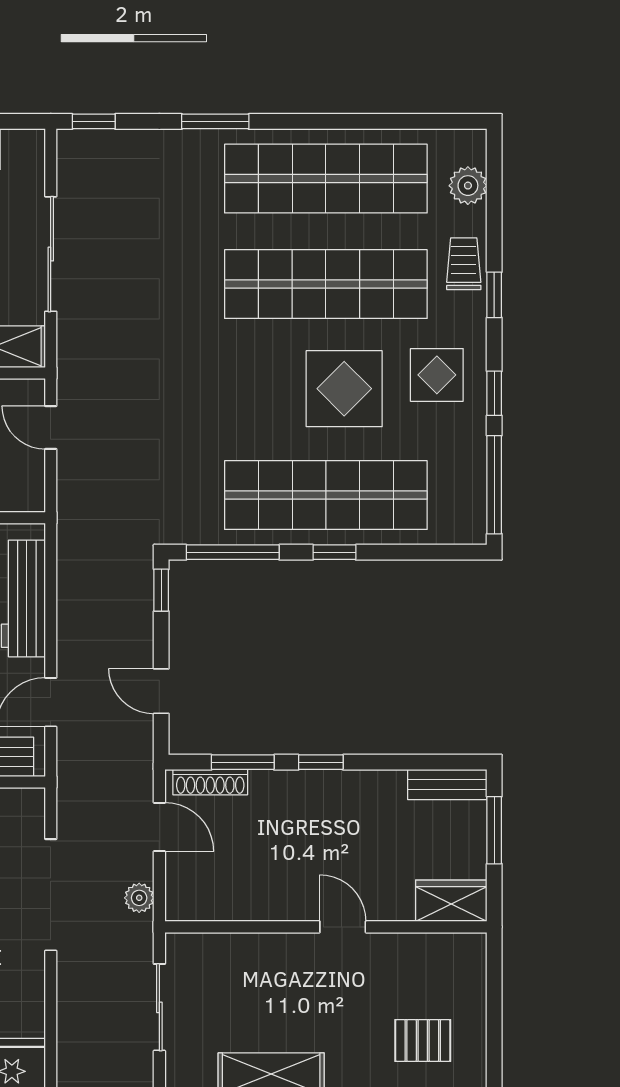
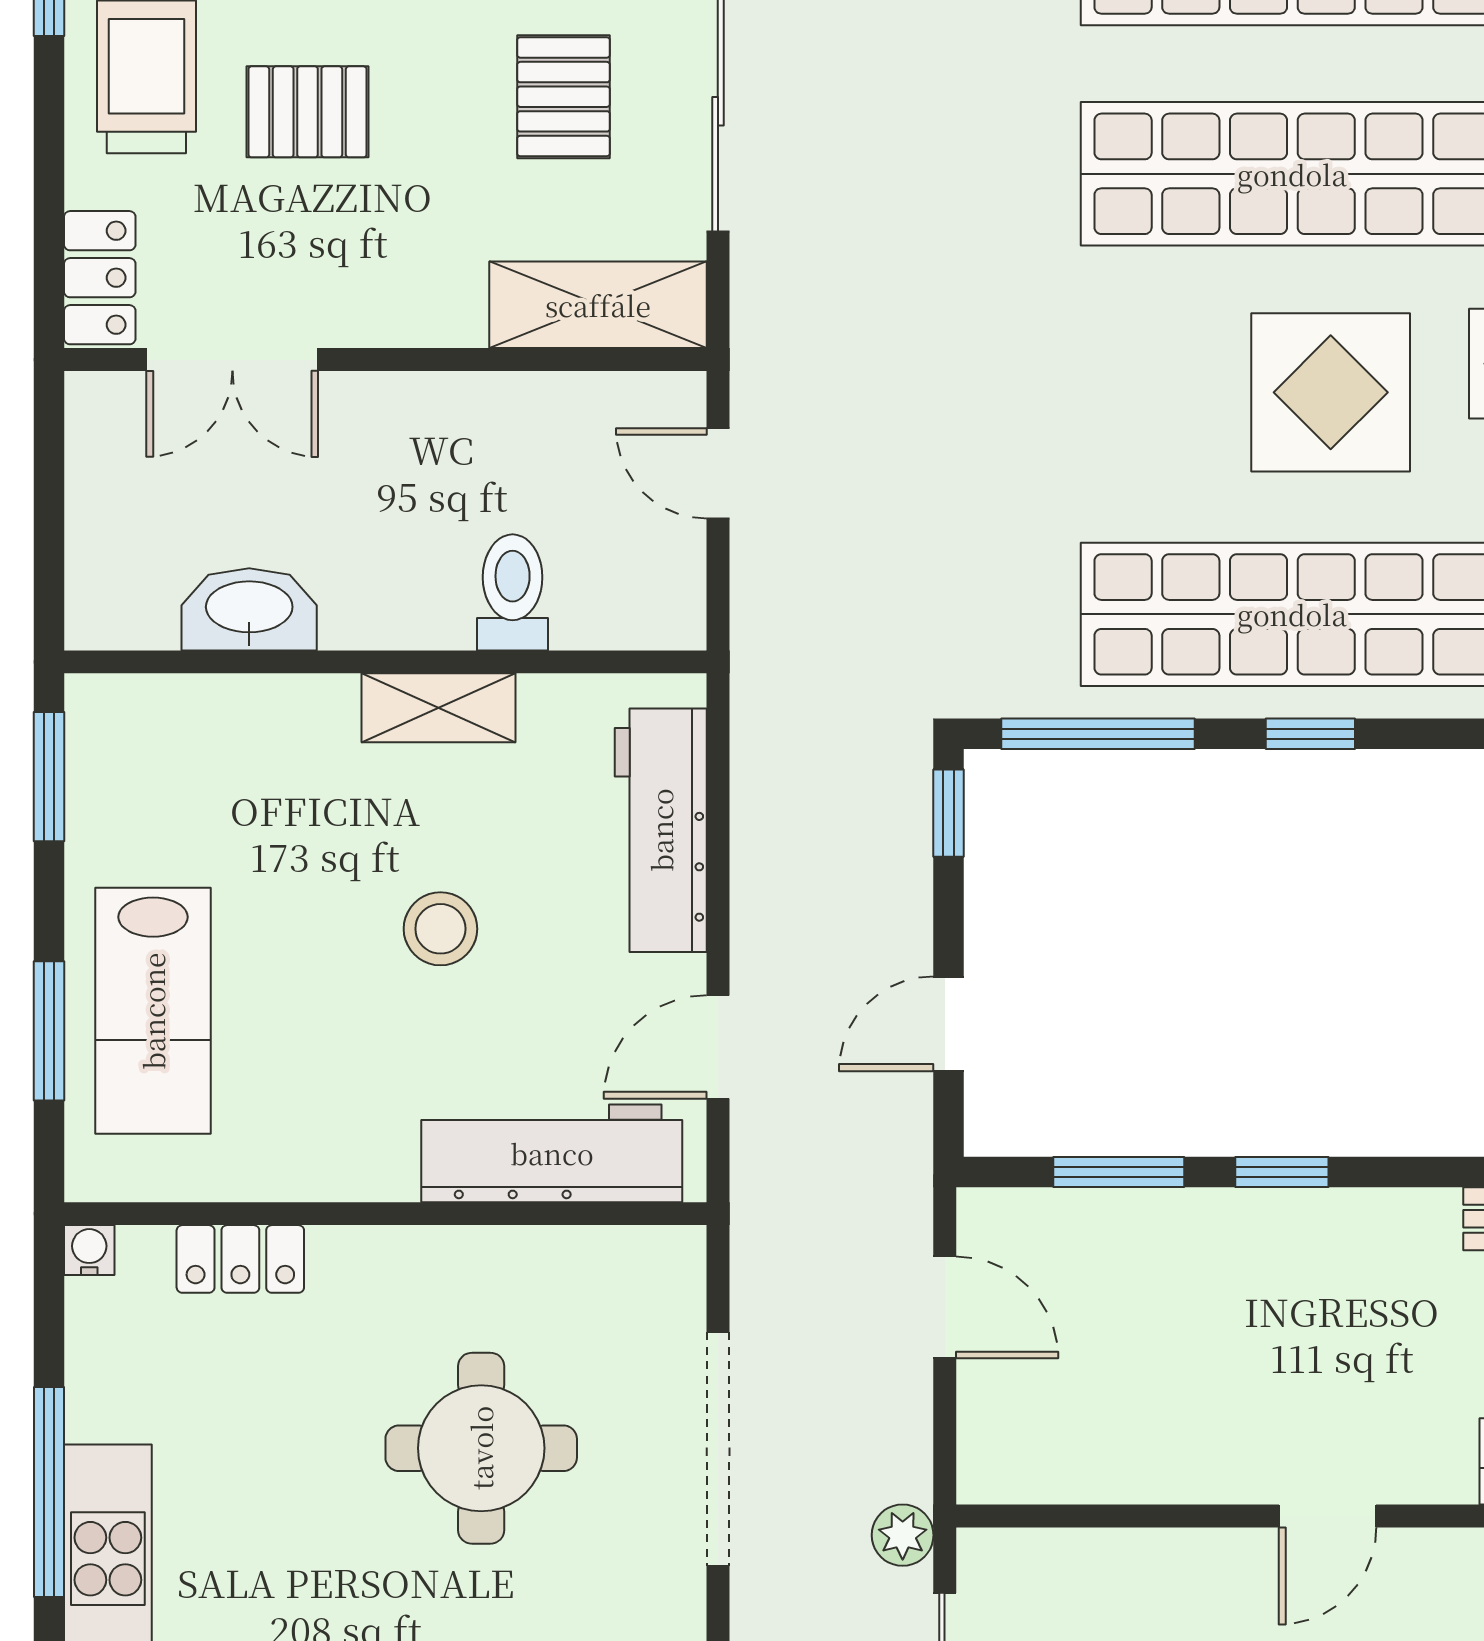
door: (161, 691) -> (948, 1024), hinge flipped
shoe rack: (210, 782) -> (1051, 1214), removed
plant: (139, 898) -> (903, 1535), moved
door: (343, 927) -> (1328, 1516), swing flipped

